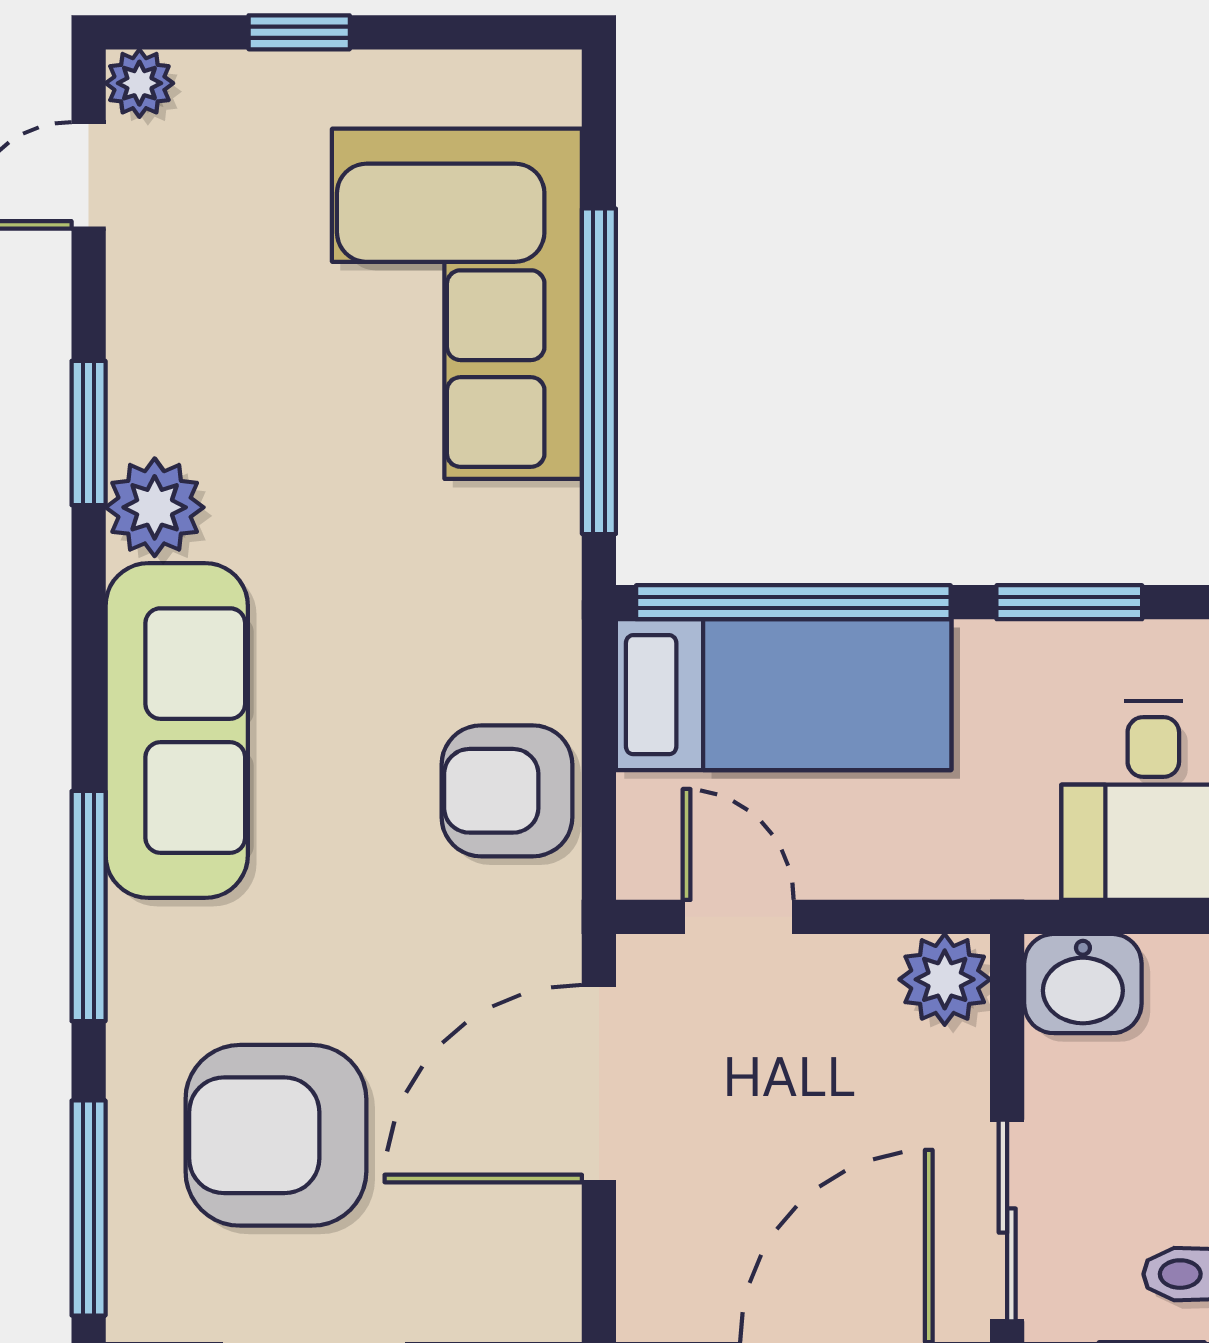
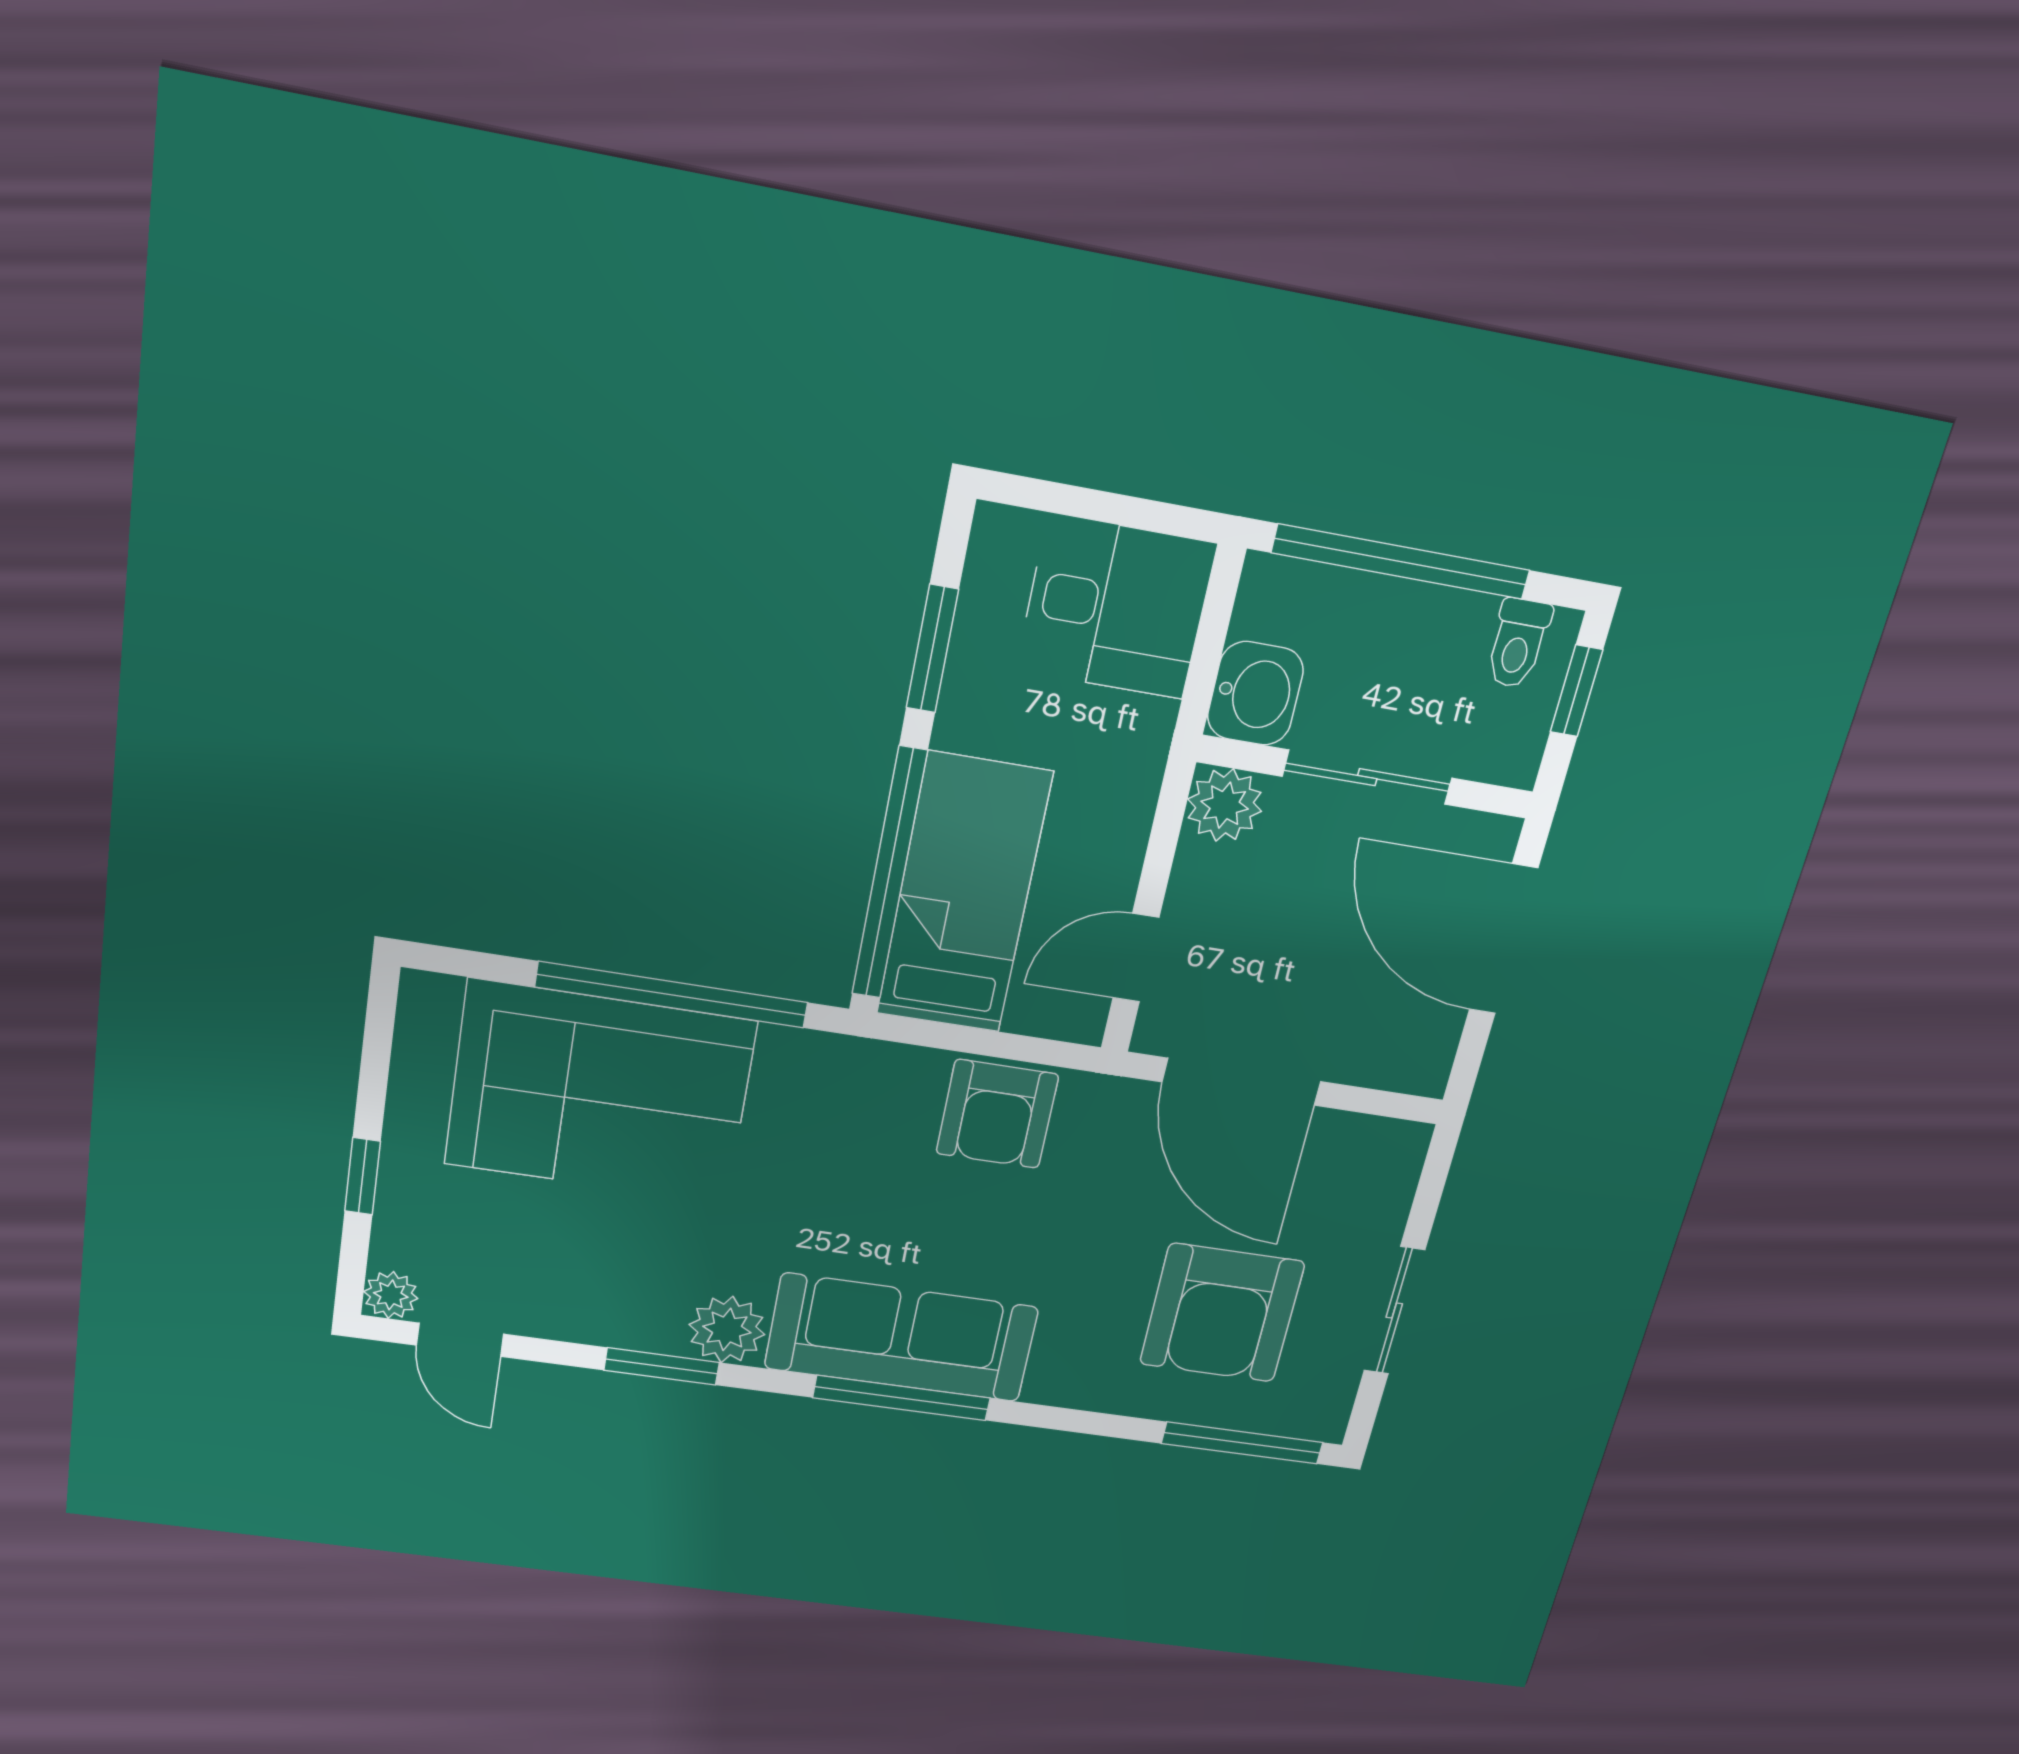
window: (89, 906) -> (902, 1398), moved
sliding door: (1007, 1221) -> (1367, 777), moved

